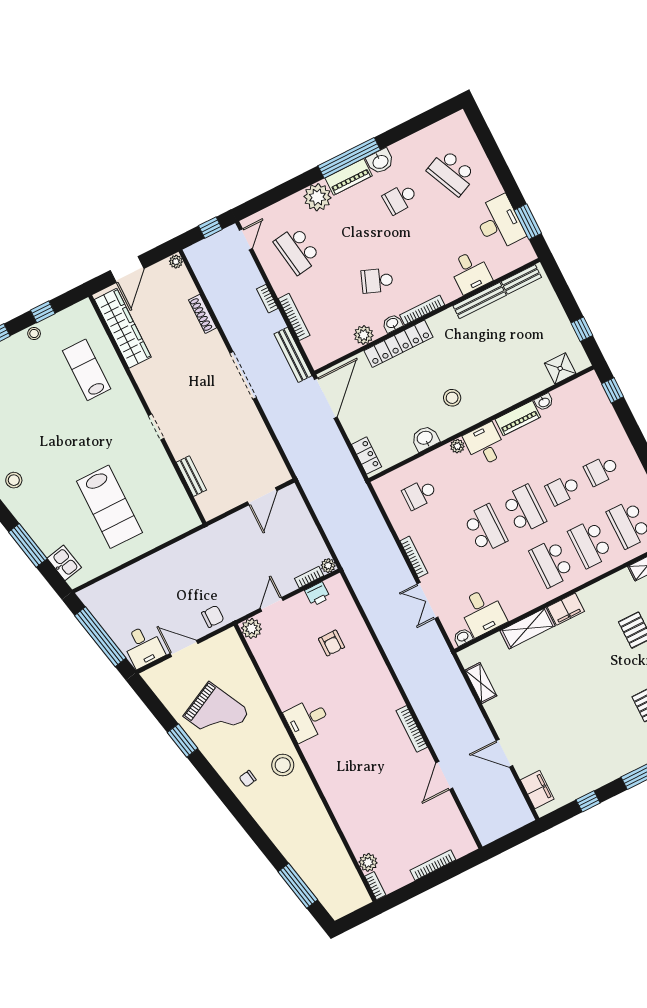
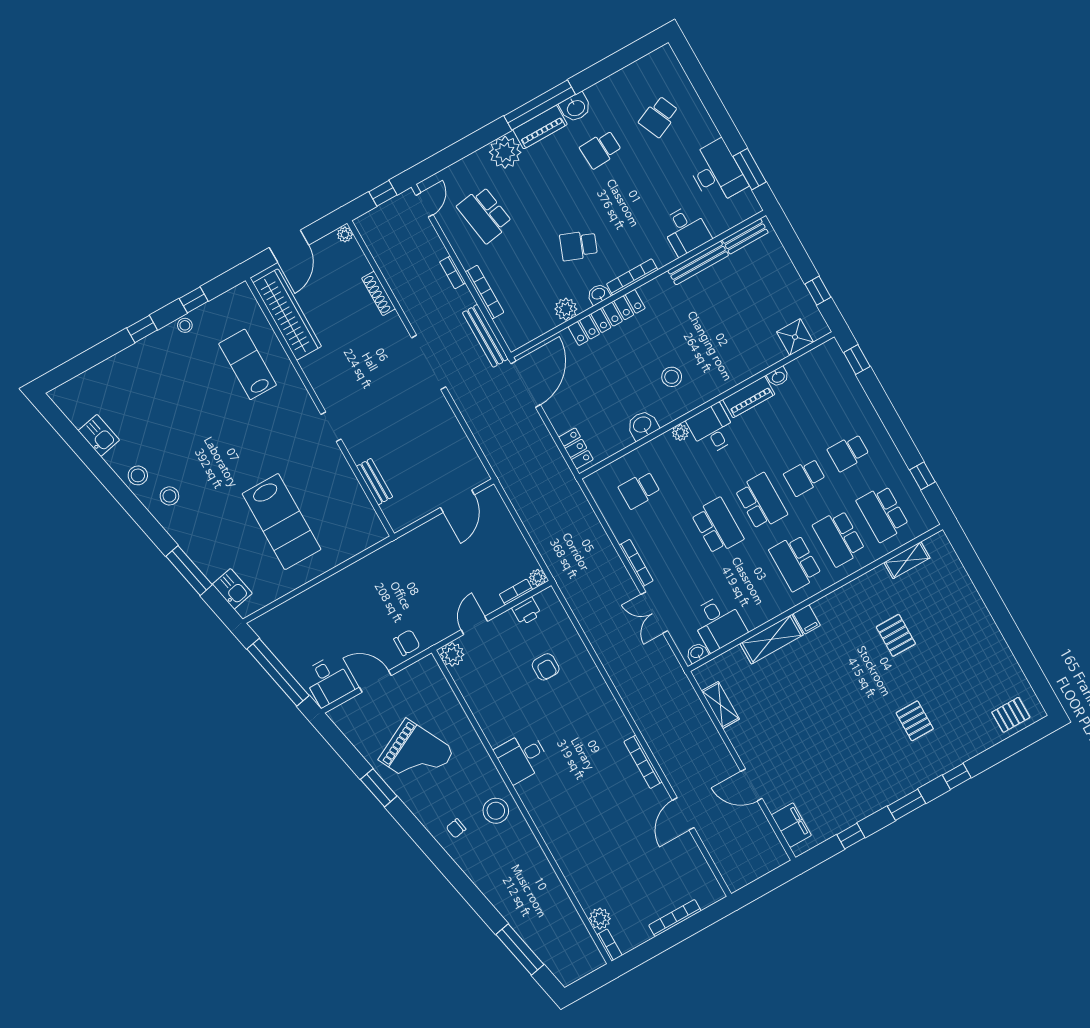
school desk: (452, 173) -> (659, 117), width x0.54
filing cabinet: (566, 609) -> (807, 619), width x0.50

